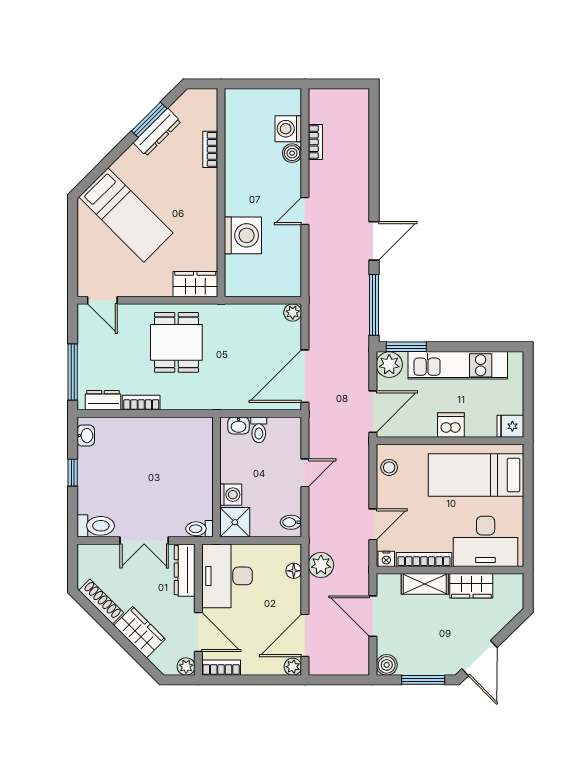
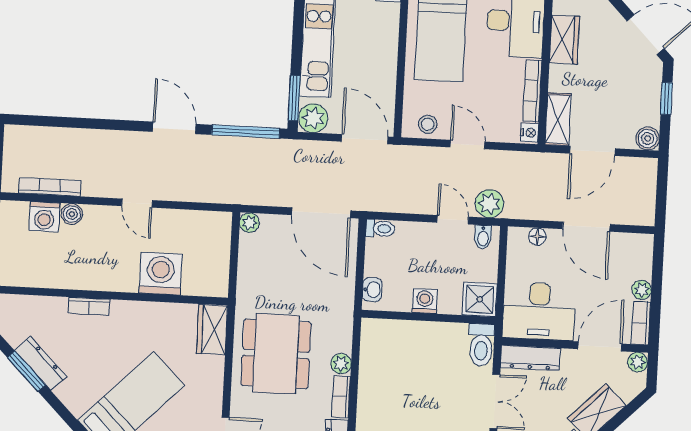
bookcase: (315, 142) -> (50, 187), width x1.56
bookcase: (210, 149) -> (89, 306), moved
dining table: (176, 342) -> (276, 354), width x1.37
plant: (171, 401) -> (341, 364), added
dishwasher: (451, 425) -> (384, 53), removed
toilet: (259, 430) -> (380, 229), moved
door: (305, 473) -> (453, 220), moved
washing machine: (231, 495) -> (425, 301), moved
door: (373, 524) -> (468, 144), moved
toilet: (199, 529) -> (481, 345), width x1.37, depth x1.39
plant: (321, 565) -> (489, 204), moved
shelving: (425, 584) -> (558, 119), moved
door: (305, 635) -> (586, 227), moved
plant: (293, 667) -> (642, 290), moved
window: (423, 680) -> (666, 99), width x0.67

